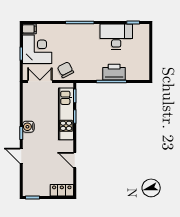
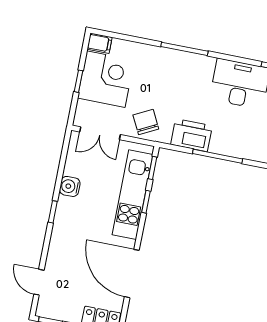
printer: (114, 72) -> (191, 135), moved
double door: (40, 82) -> (100, 133), swing flipped
water cooler: (28, 127) -> (70, 186), moved
door: (21, 156) -> (39, 282), moved
door: (75, 160) -> (132, 274), width x1.88

